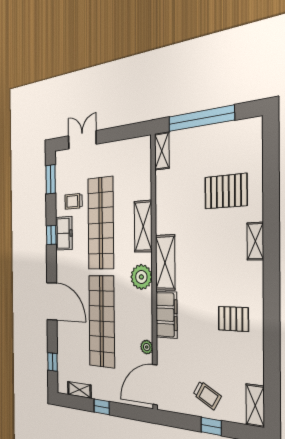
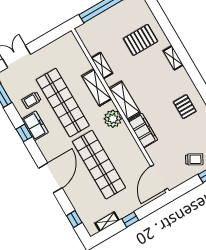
shelving: (162, 151) -> (102, 66), moved
door: (52, 301) -> (50, 178), hinge flipped
pallet: (233, 319) -> (185, 107), turned 90
plant: (147, 347) -> (141, 159), removed

